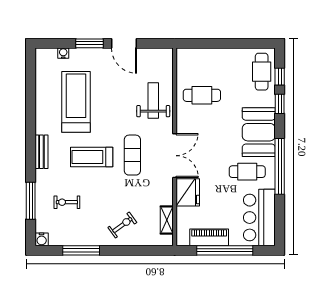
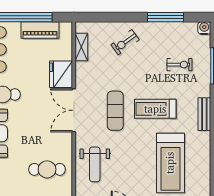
treadmill: (92, 157) -> (155, 109), turned 180

